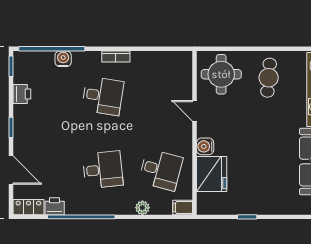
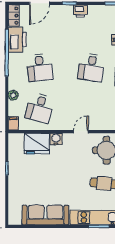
printer: (22, 94) -> (80, 11), moved
printer: (55, 206) -> (17, 40), width x1.87, depth x1.48

